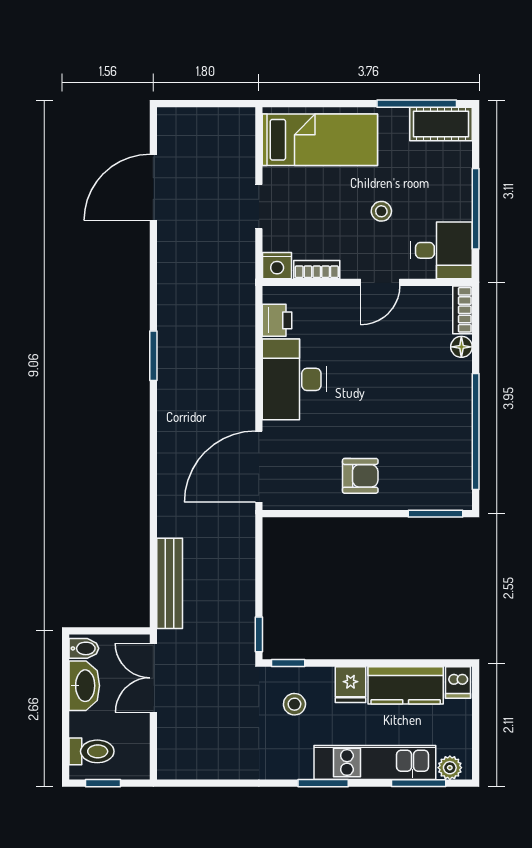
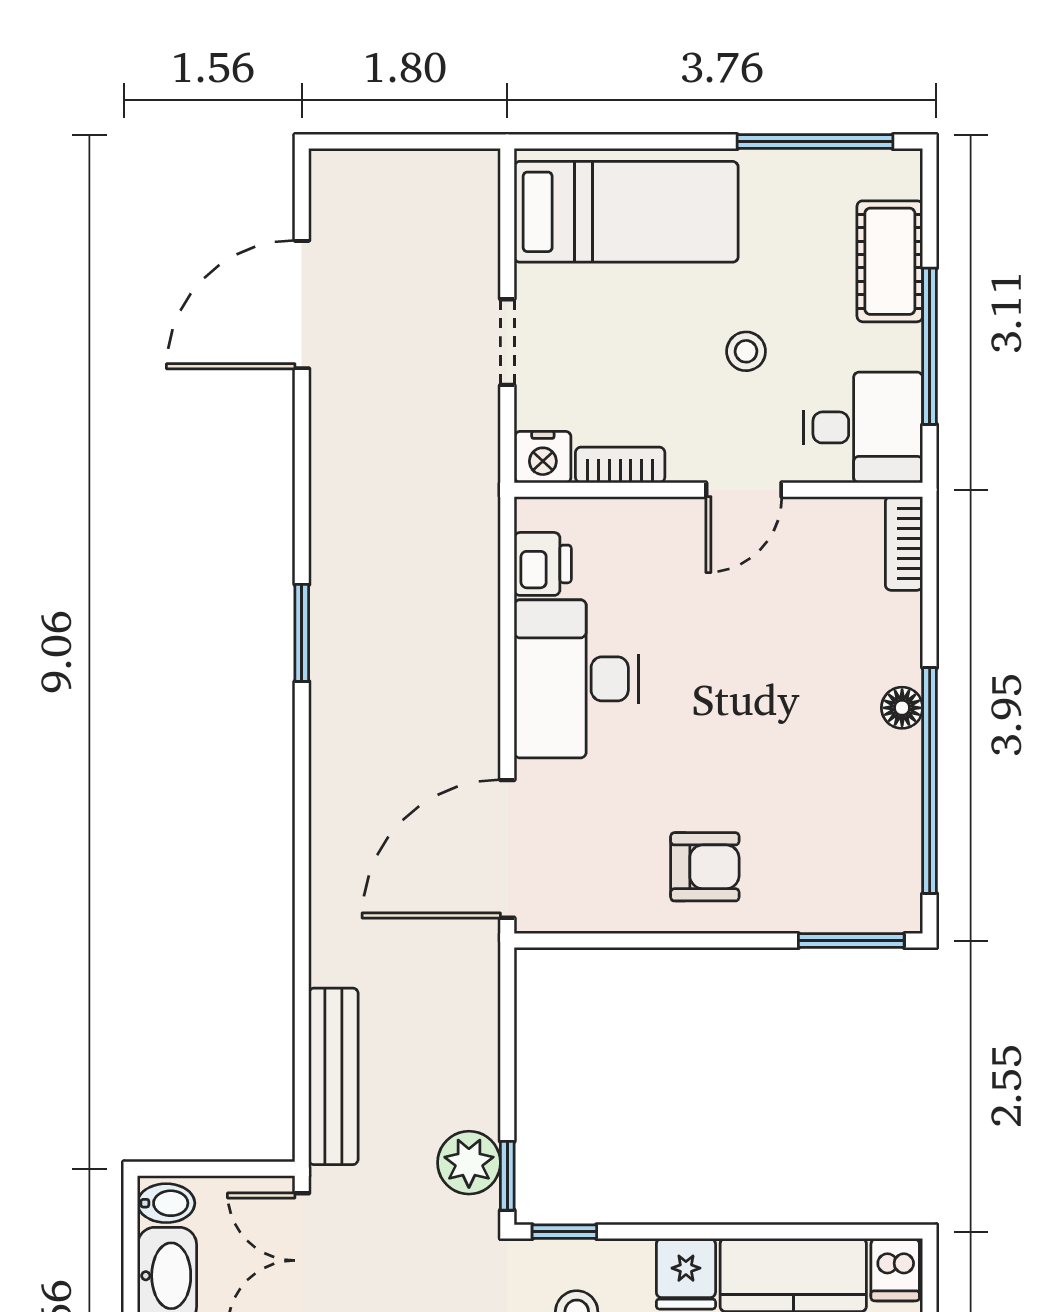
cot: (441, 124) -> (890, 261), moved, turned 90
floor lamp: (461, 347) -> (902, 708), moved
plant: (239, 628) -> (469, 1163), added

